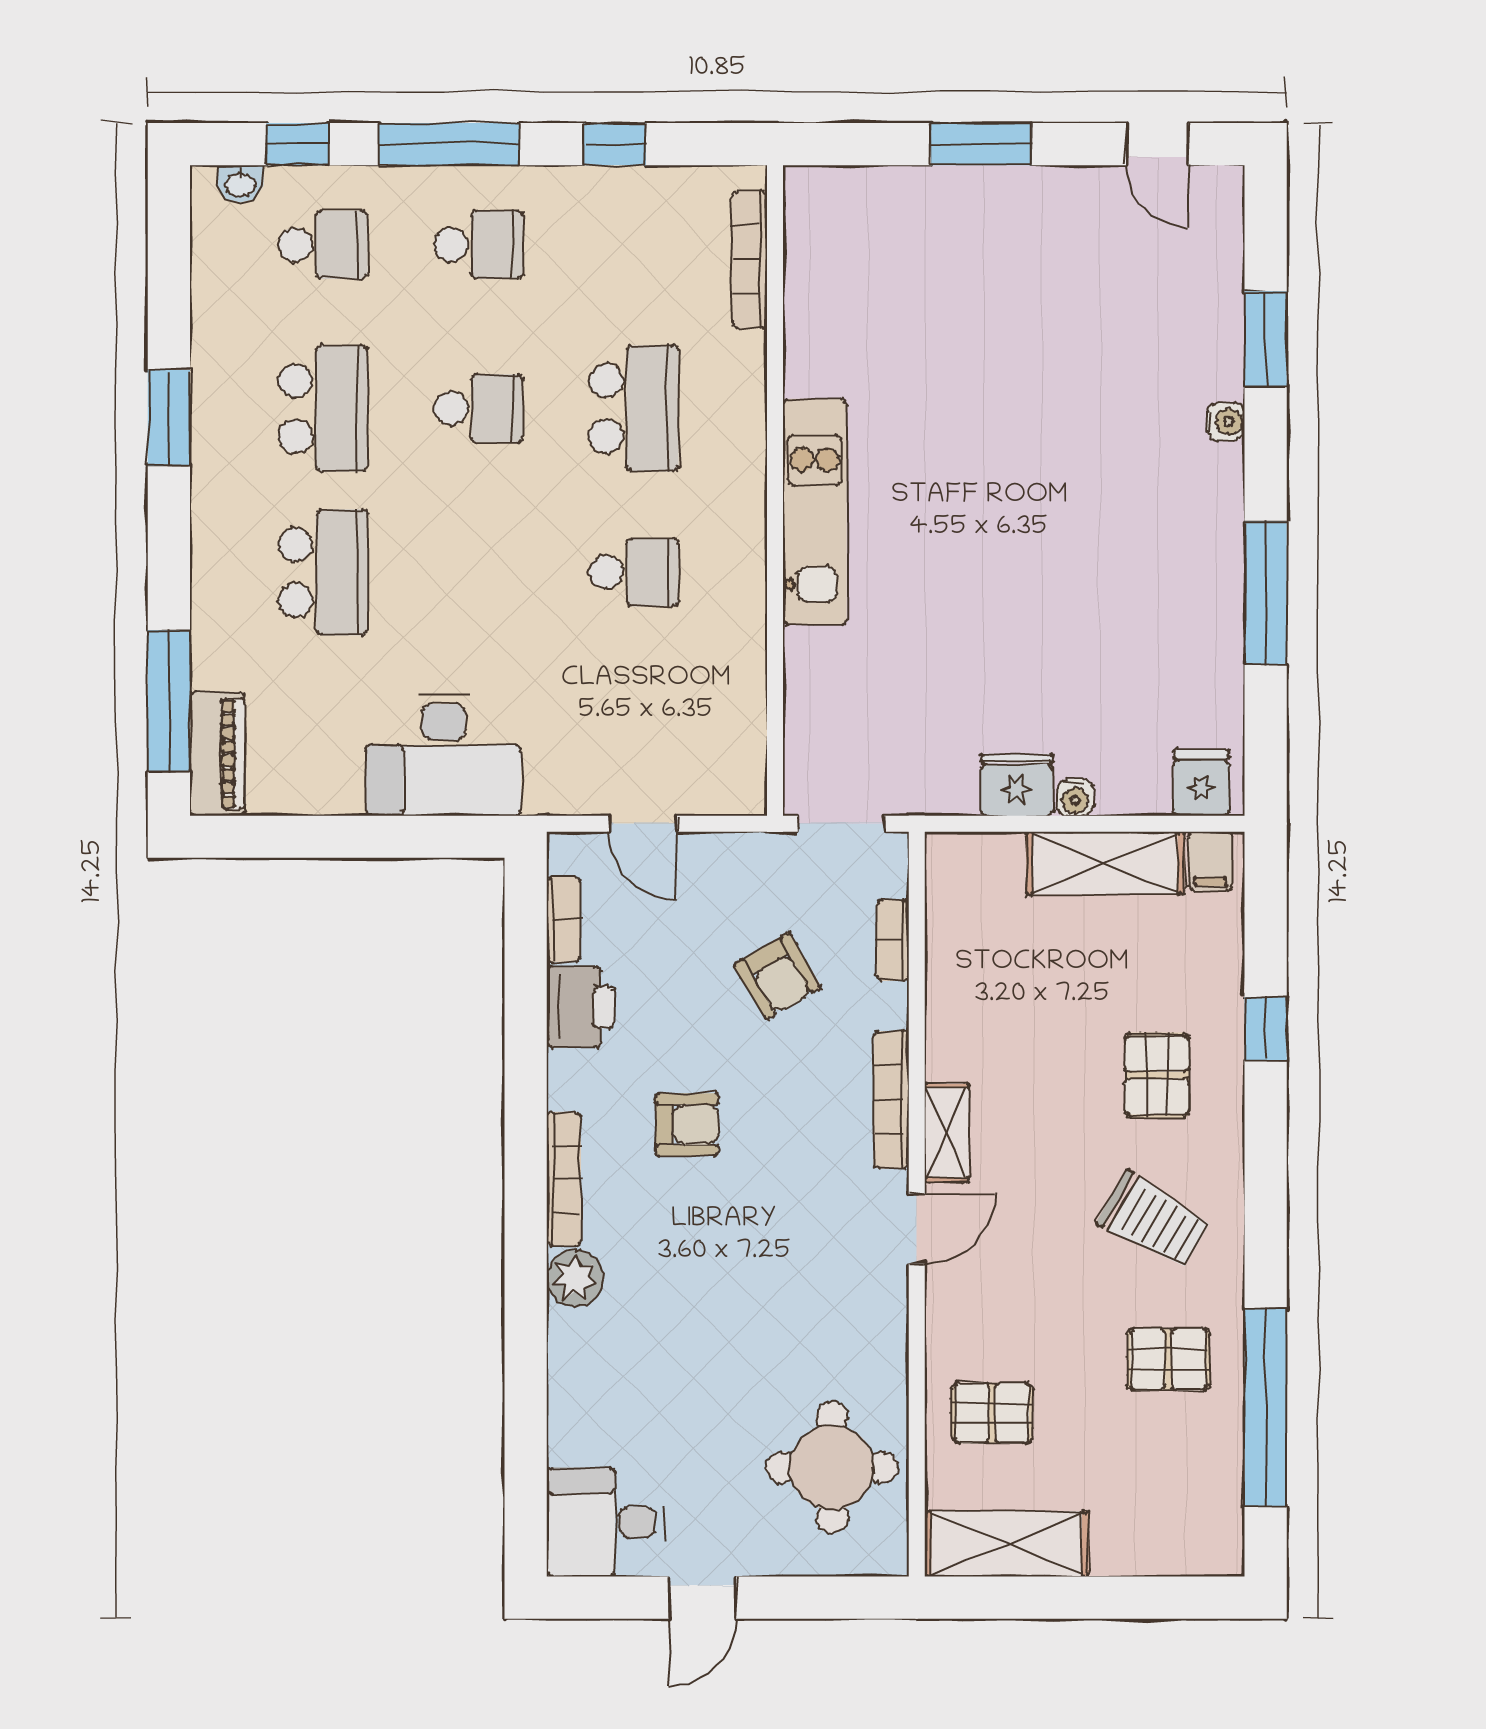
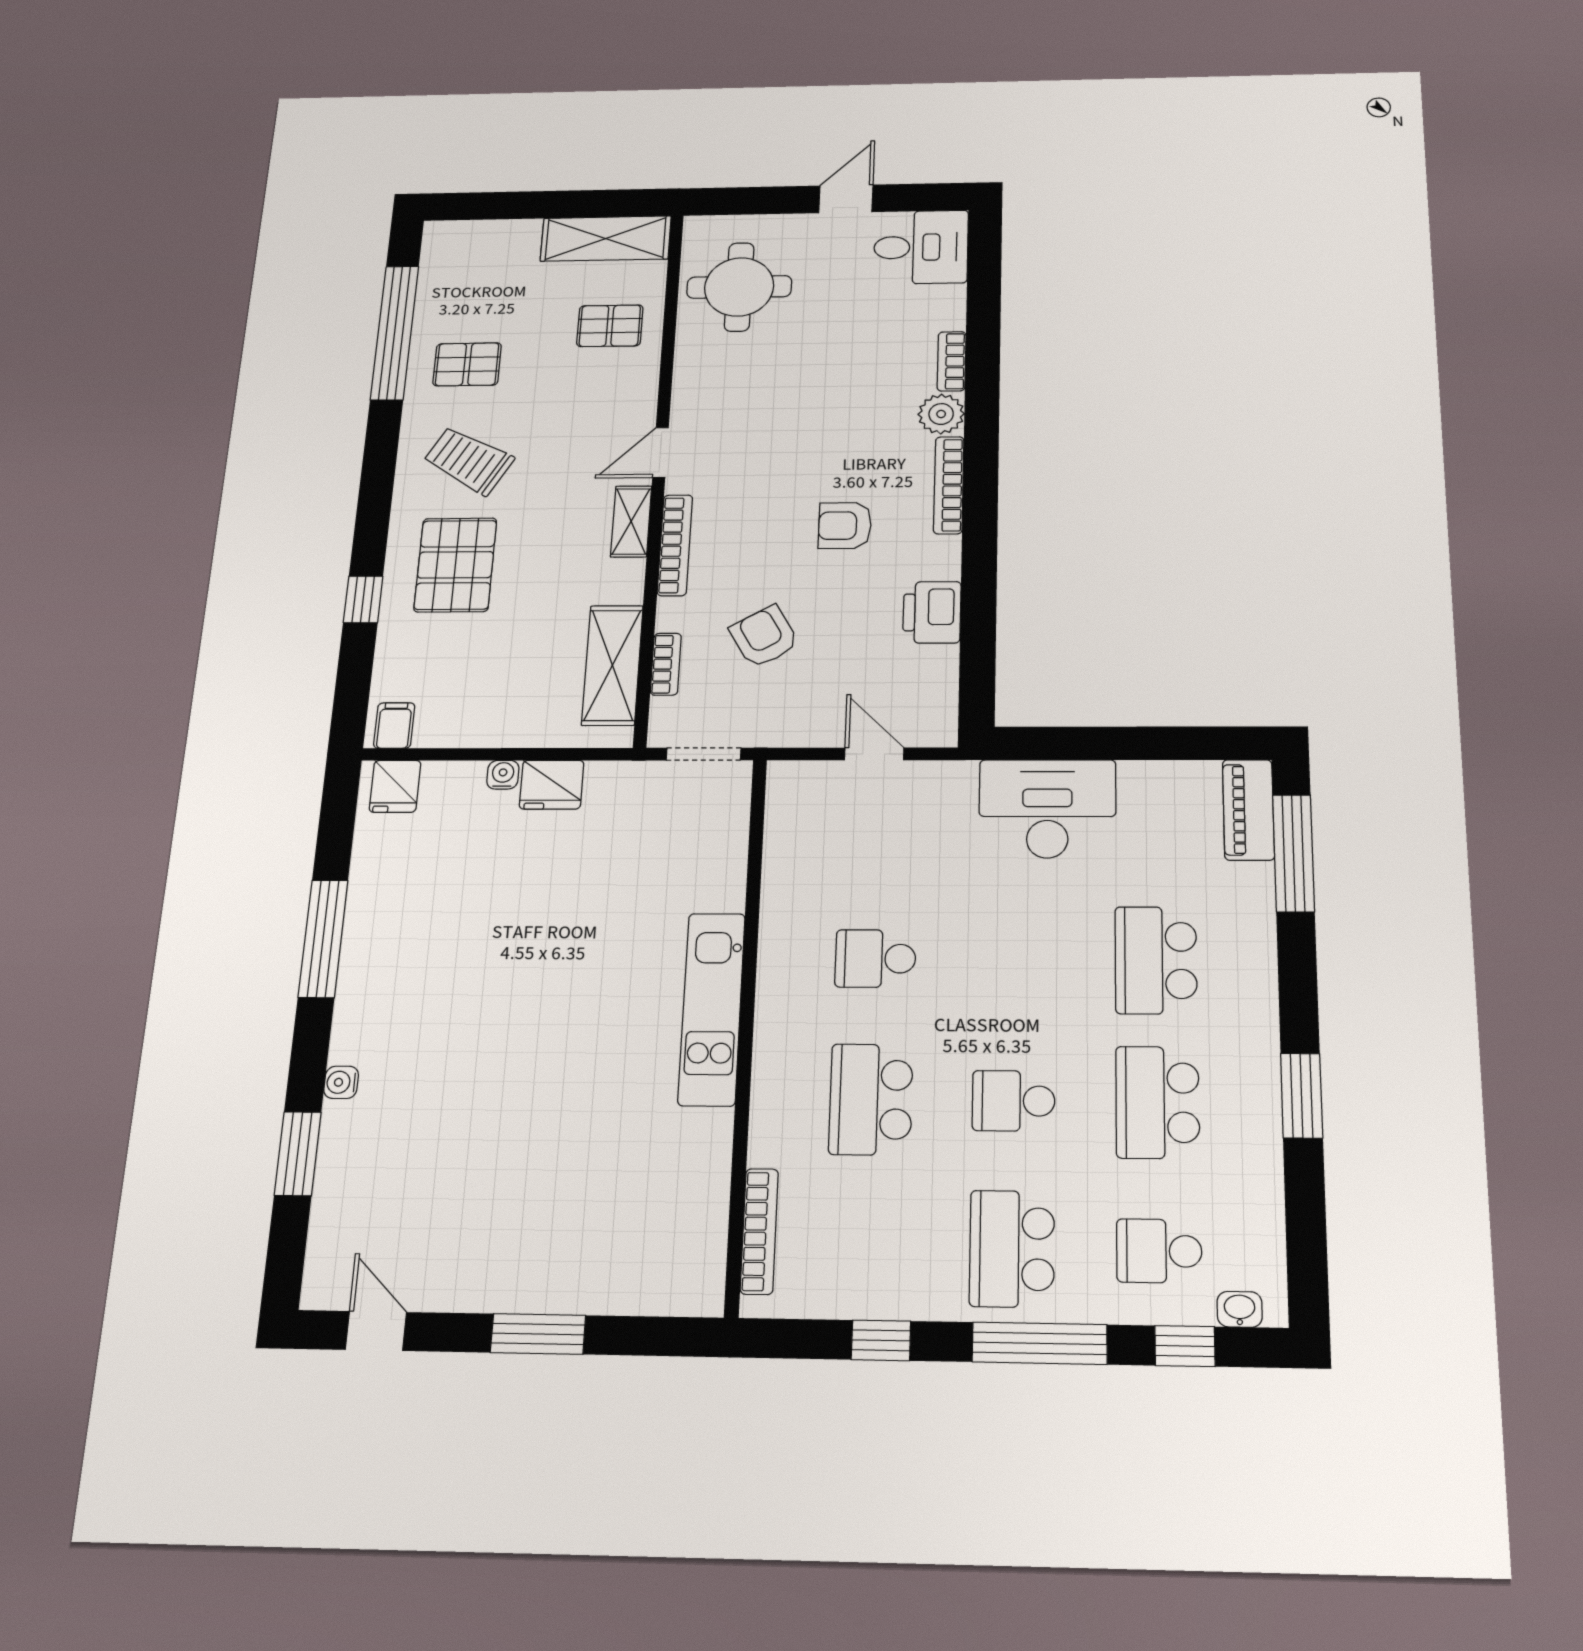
school desk: (478, 245) -> (1012, 1249), width x1.85
shelving: (1105, 863) -> (612, 665), moved, turned 90
bookcase: (564, 920) -> (952, 361), moved
pallet: (1157, 1075) -> (455, 565), width x1.50, depth x1.42

